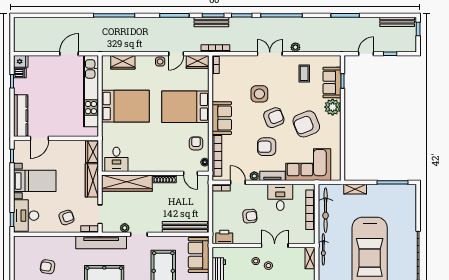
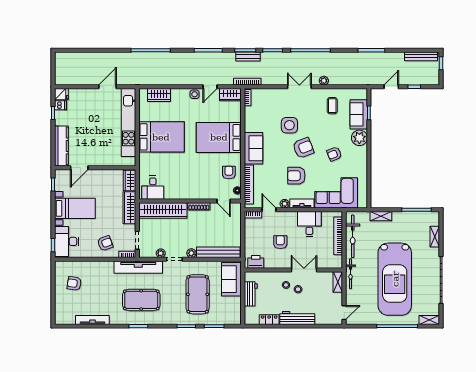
bench: (211, 22) -> (248, 56), width x0.73
armchair: (306, 124) -> (334, 154), width x0.53, depth x0.53
shelving: (412, 211) -> (435, 237), added
armchair: (250, 216) -> (280, 242), turned -85
plant: (157, 228) -> (191, 253), added
armchair: (48, 267) -> (74, 283), moved

